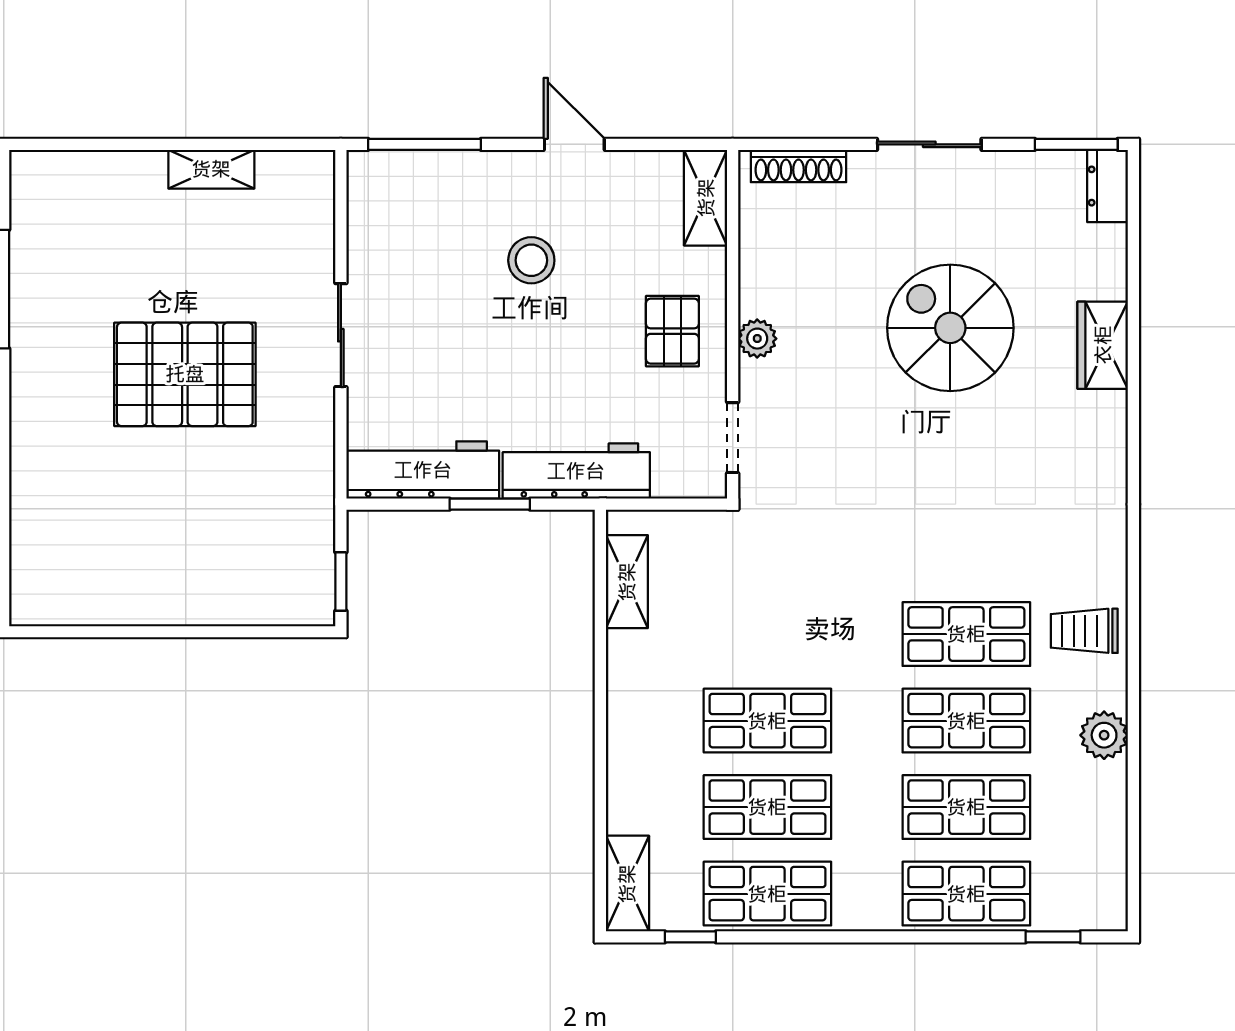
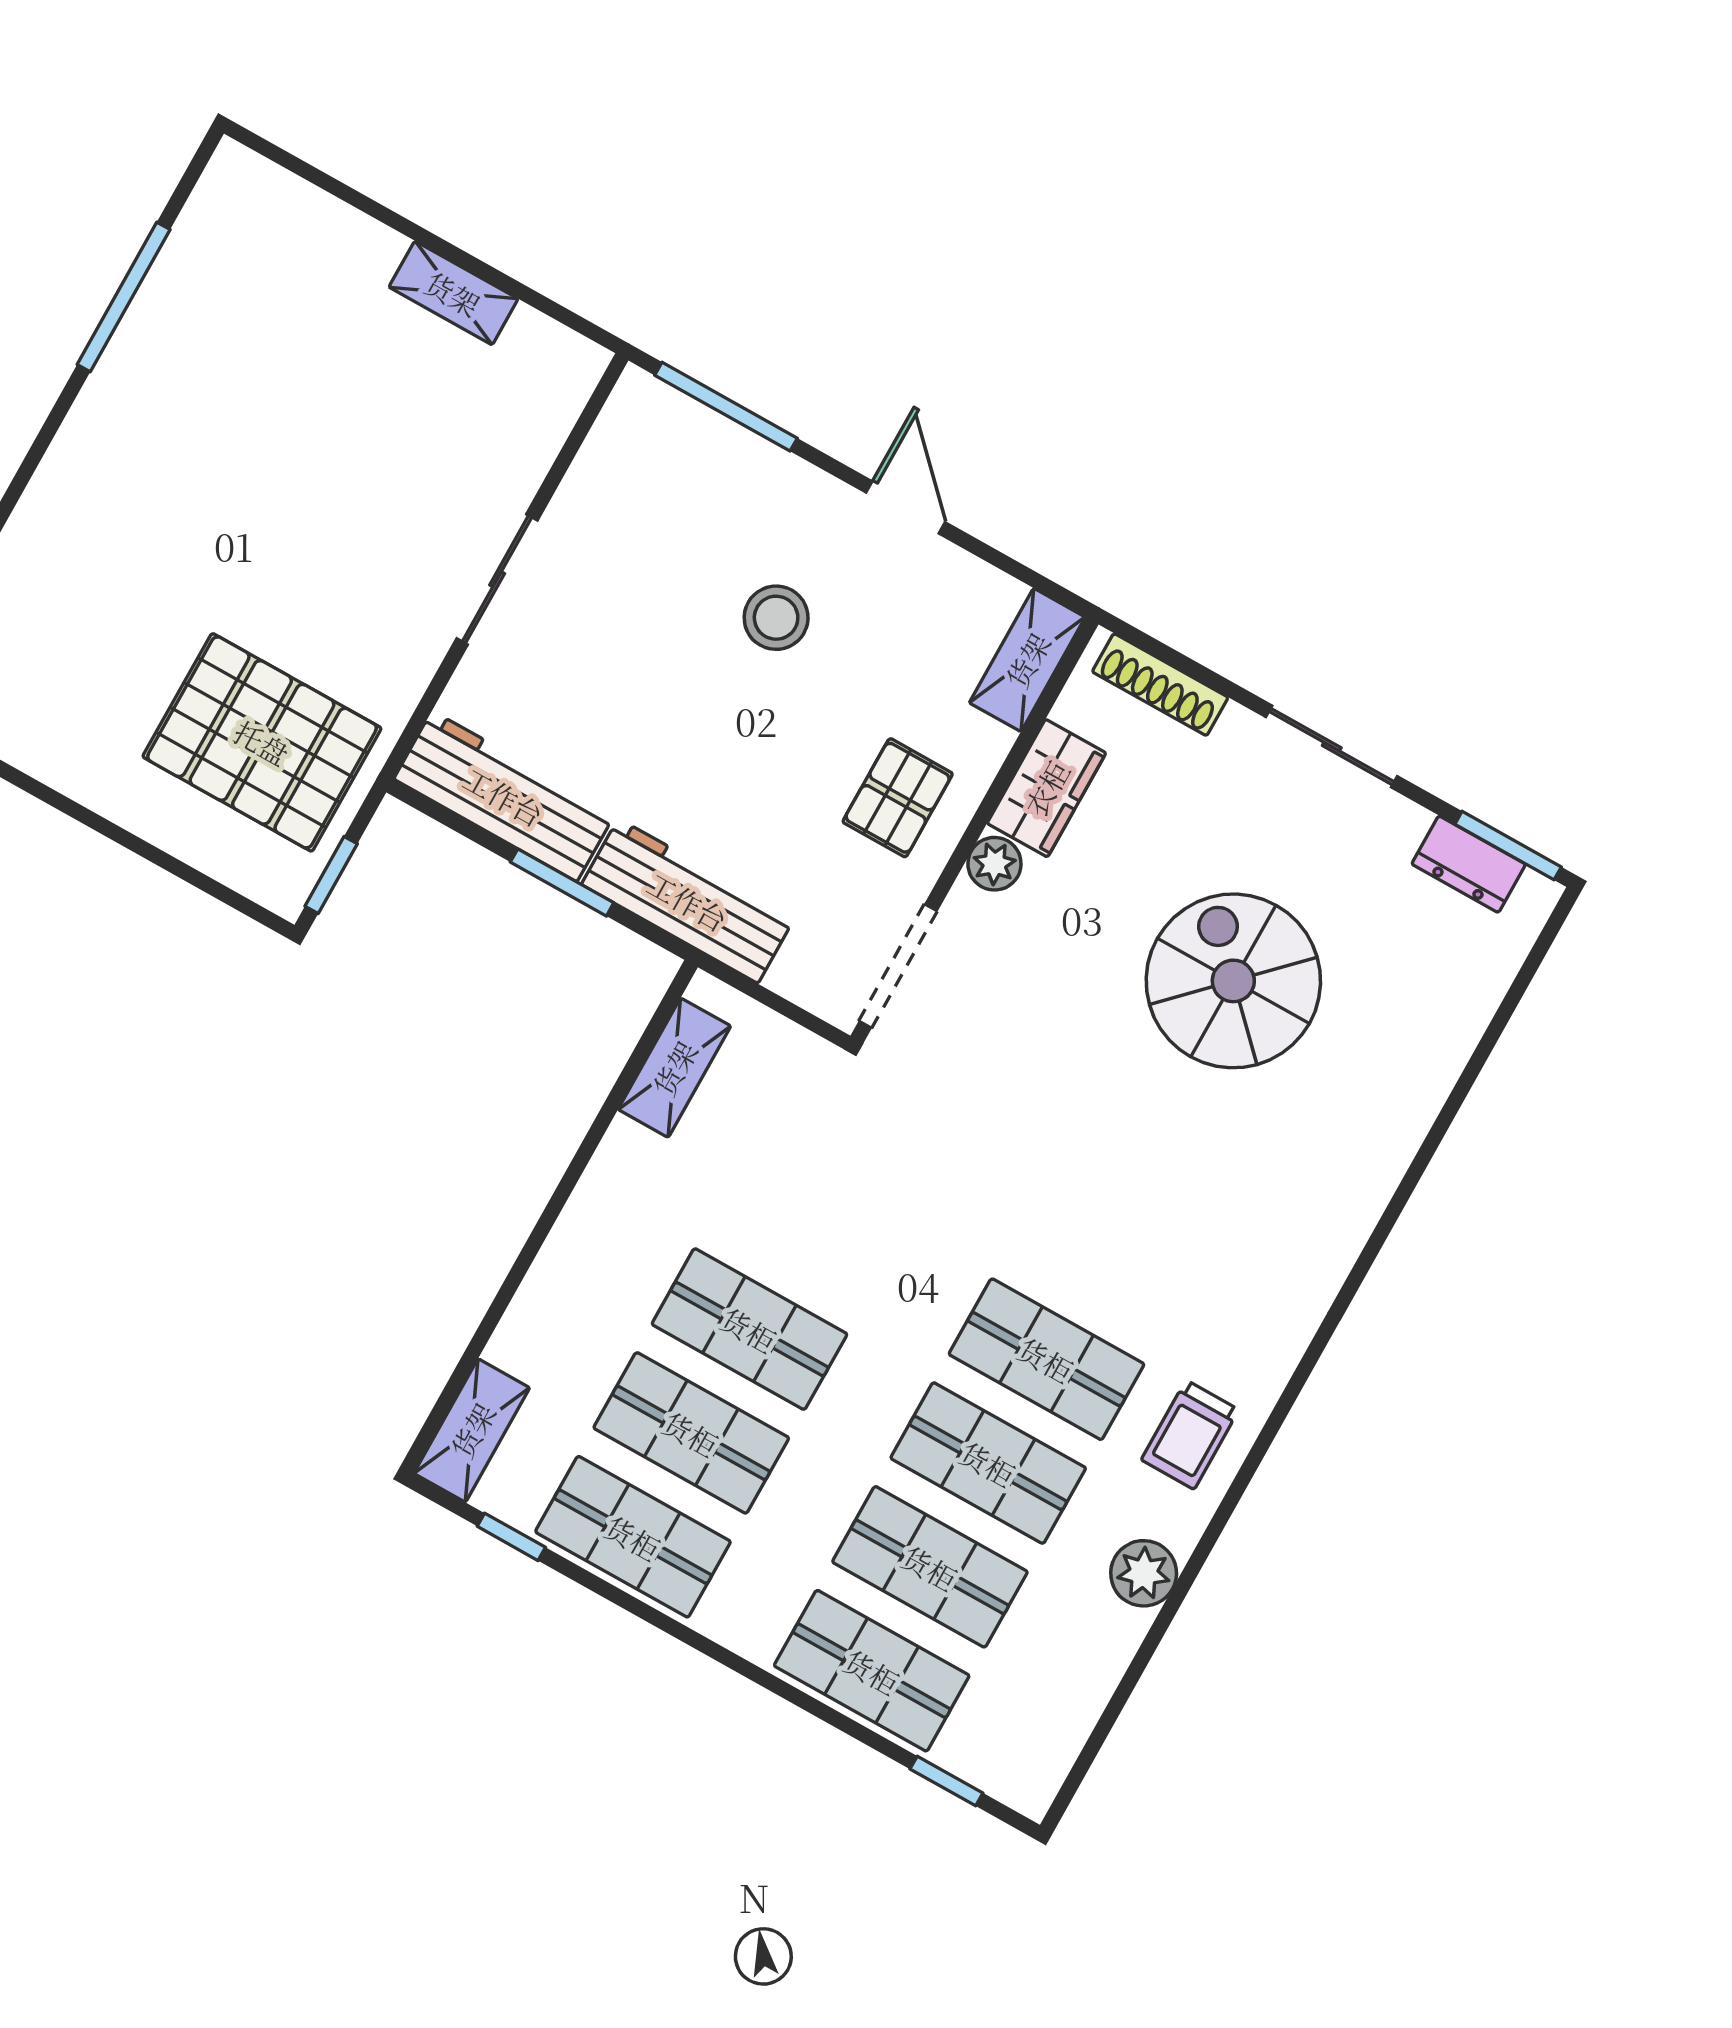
dresser: (1108, 186) -> (1469, 864), moved, turned -90
wardrobe: (1103, 345) -> (1046, 788), moved, turned 180
pallet: (185, 374) -> (262, 742), moved
doorway: (733, 438) -> (898, 966), width x1.38
trolley: (1084, 631) -> (1190, 1435), turned -90

